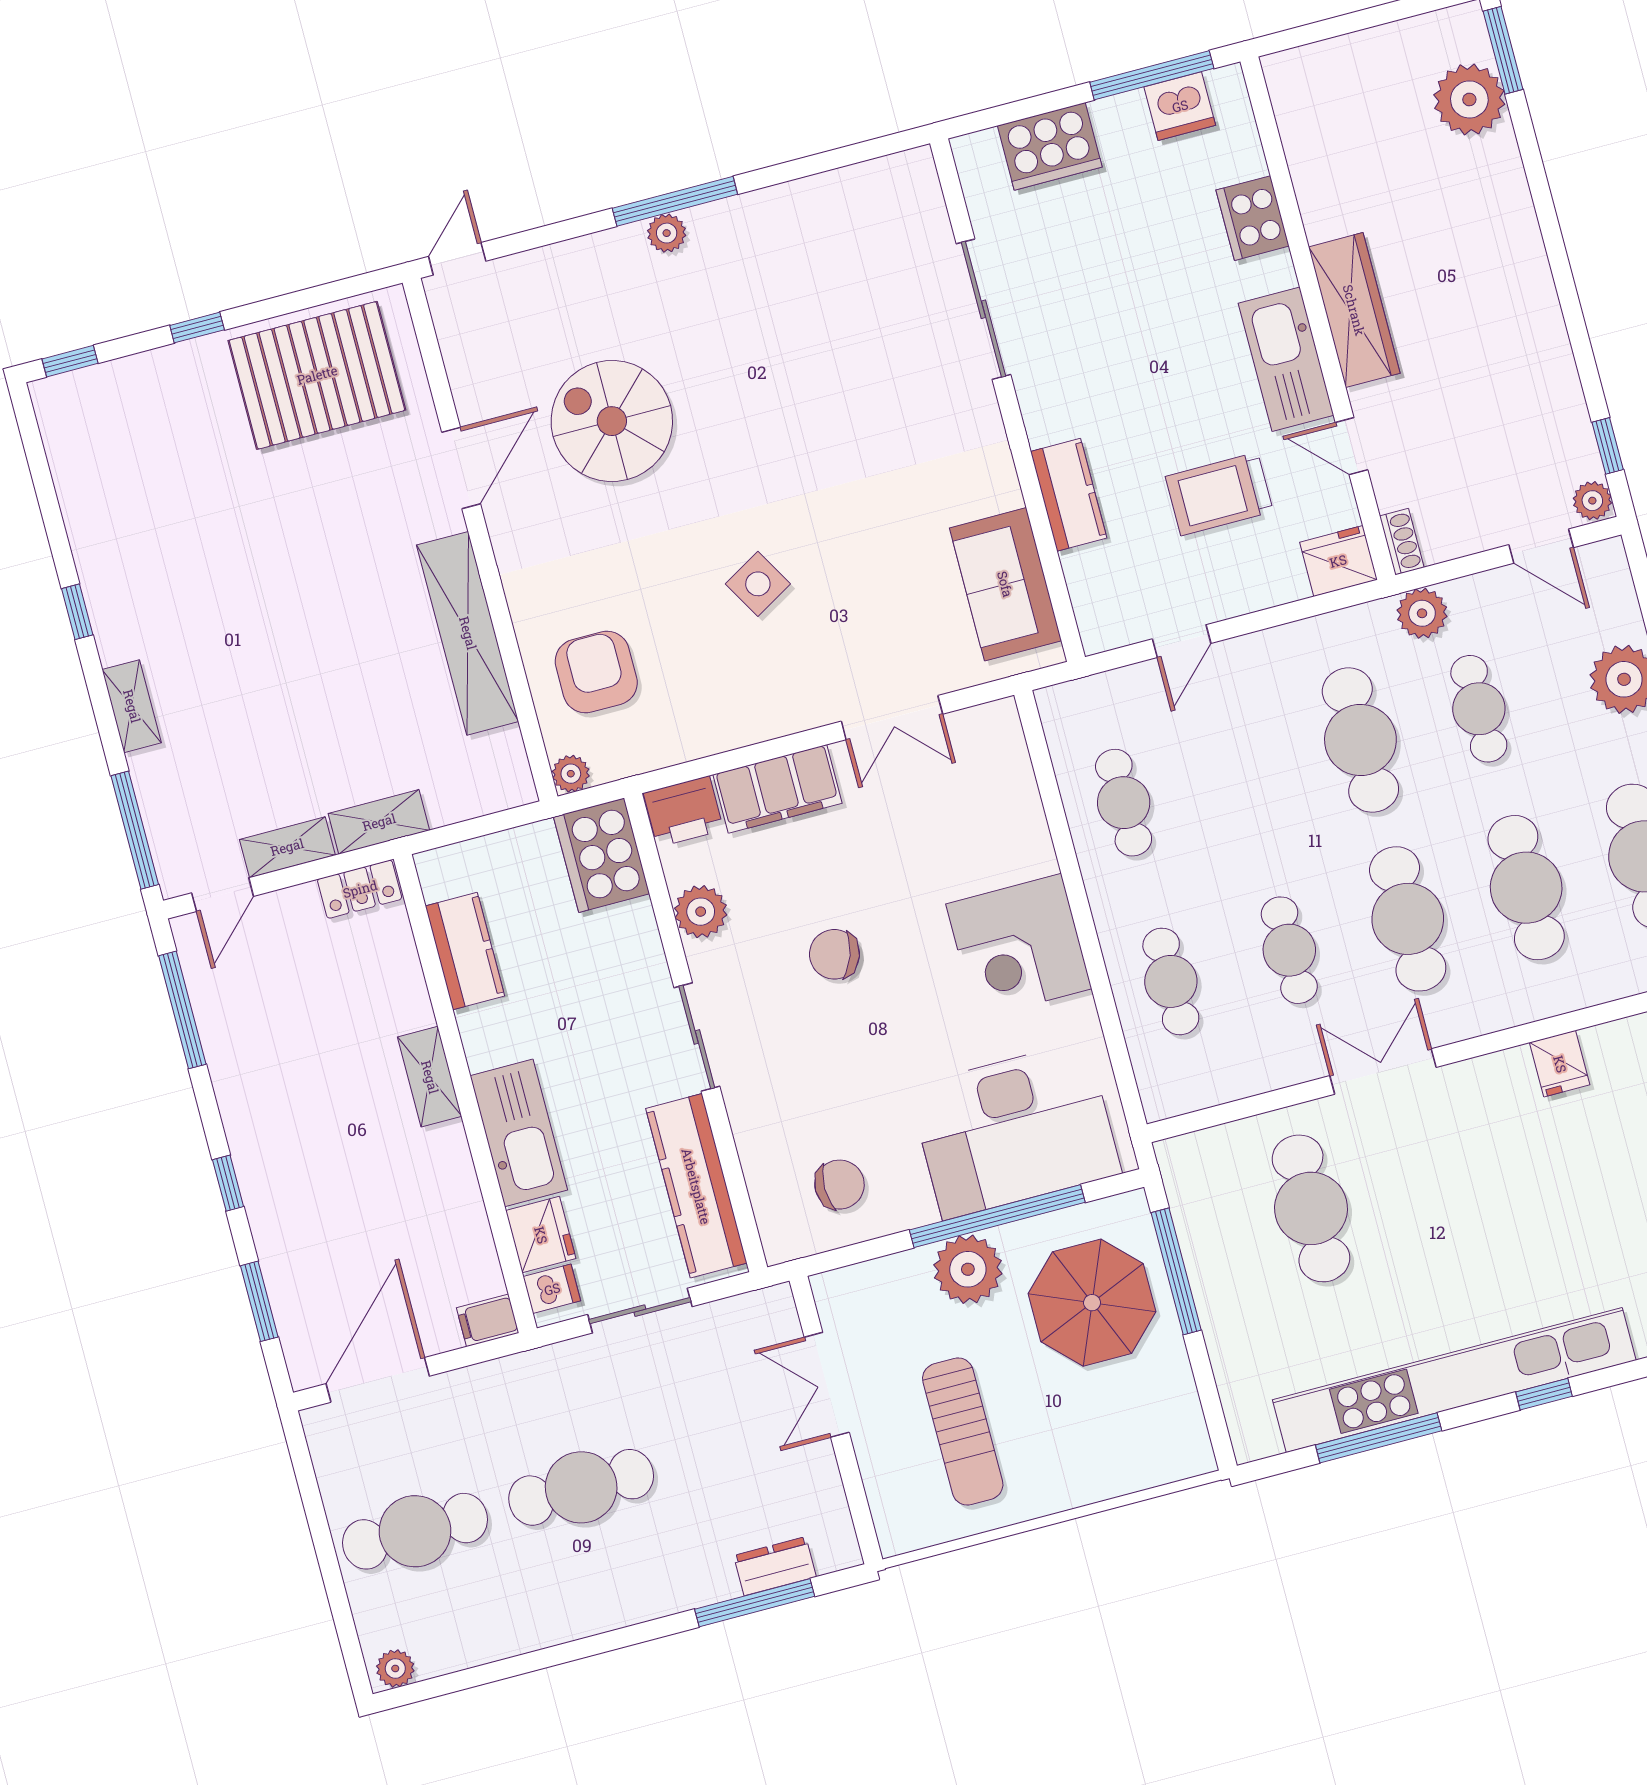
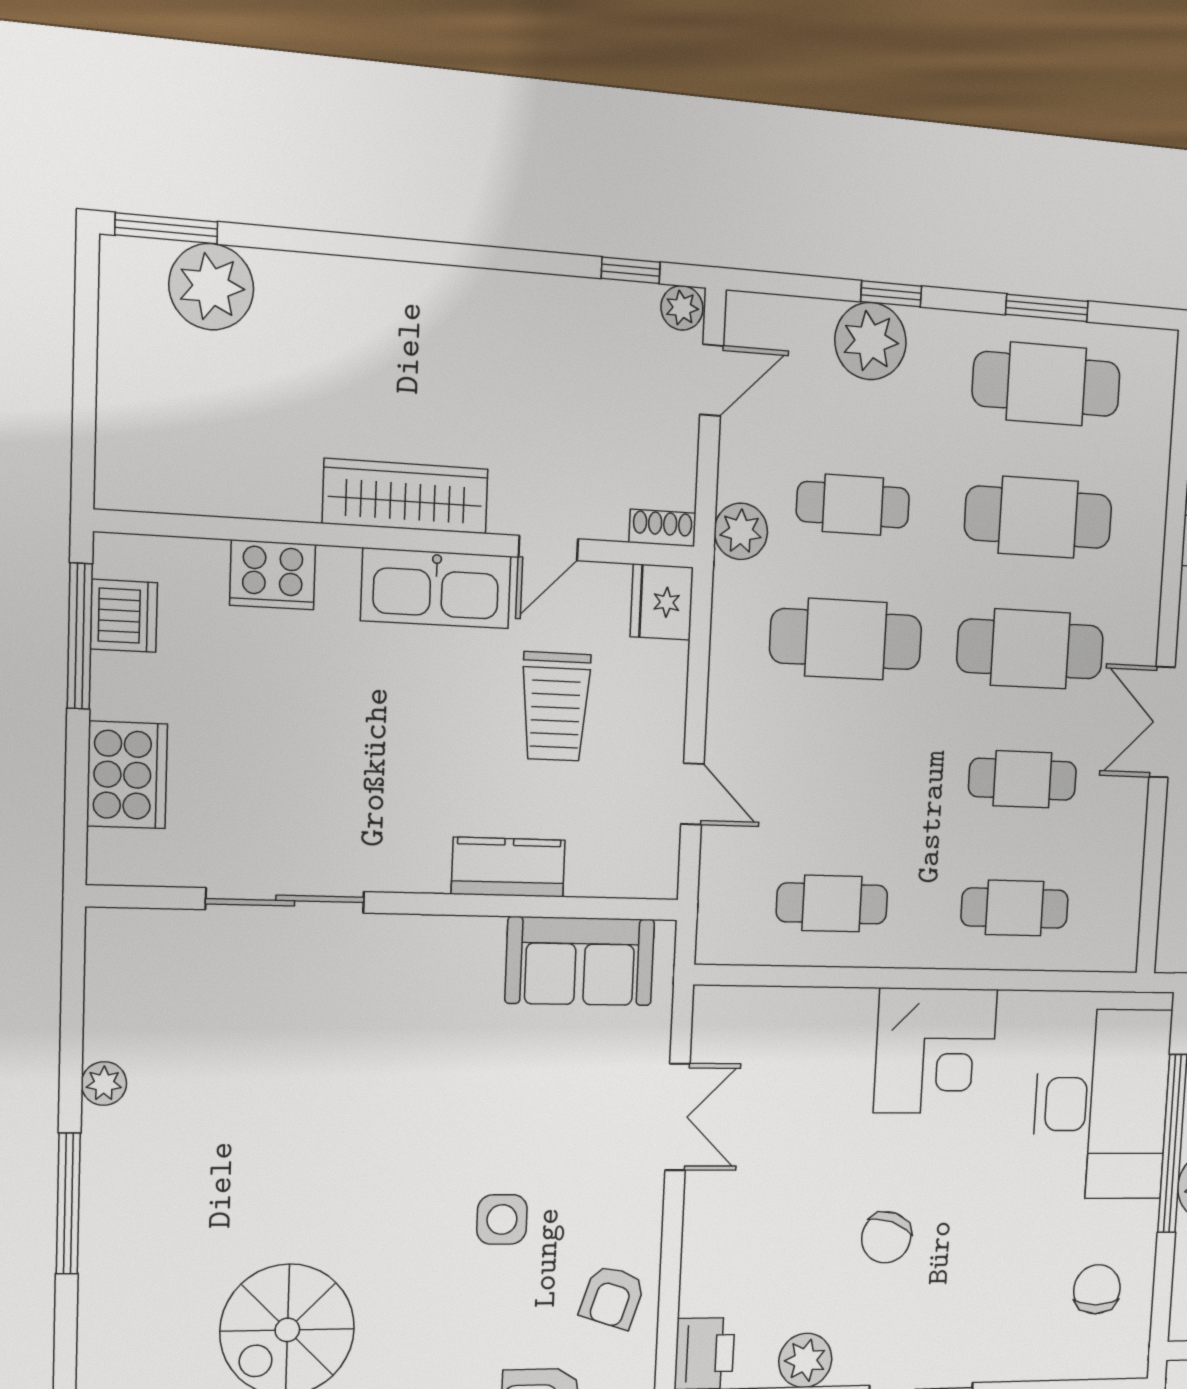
plant: (667, 233) -> (104, 1084), moved
side table: (758, 584) -> (502, 1219), turned 30
armchair: (714, 708) -> (612, 1297), added
filing cabinet: (778, 789) -> (712, 1253), removed

